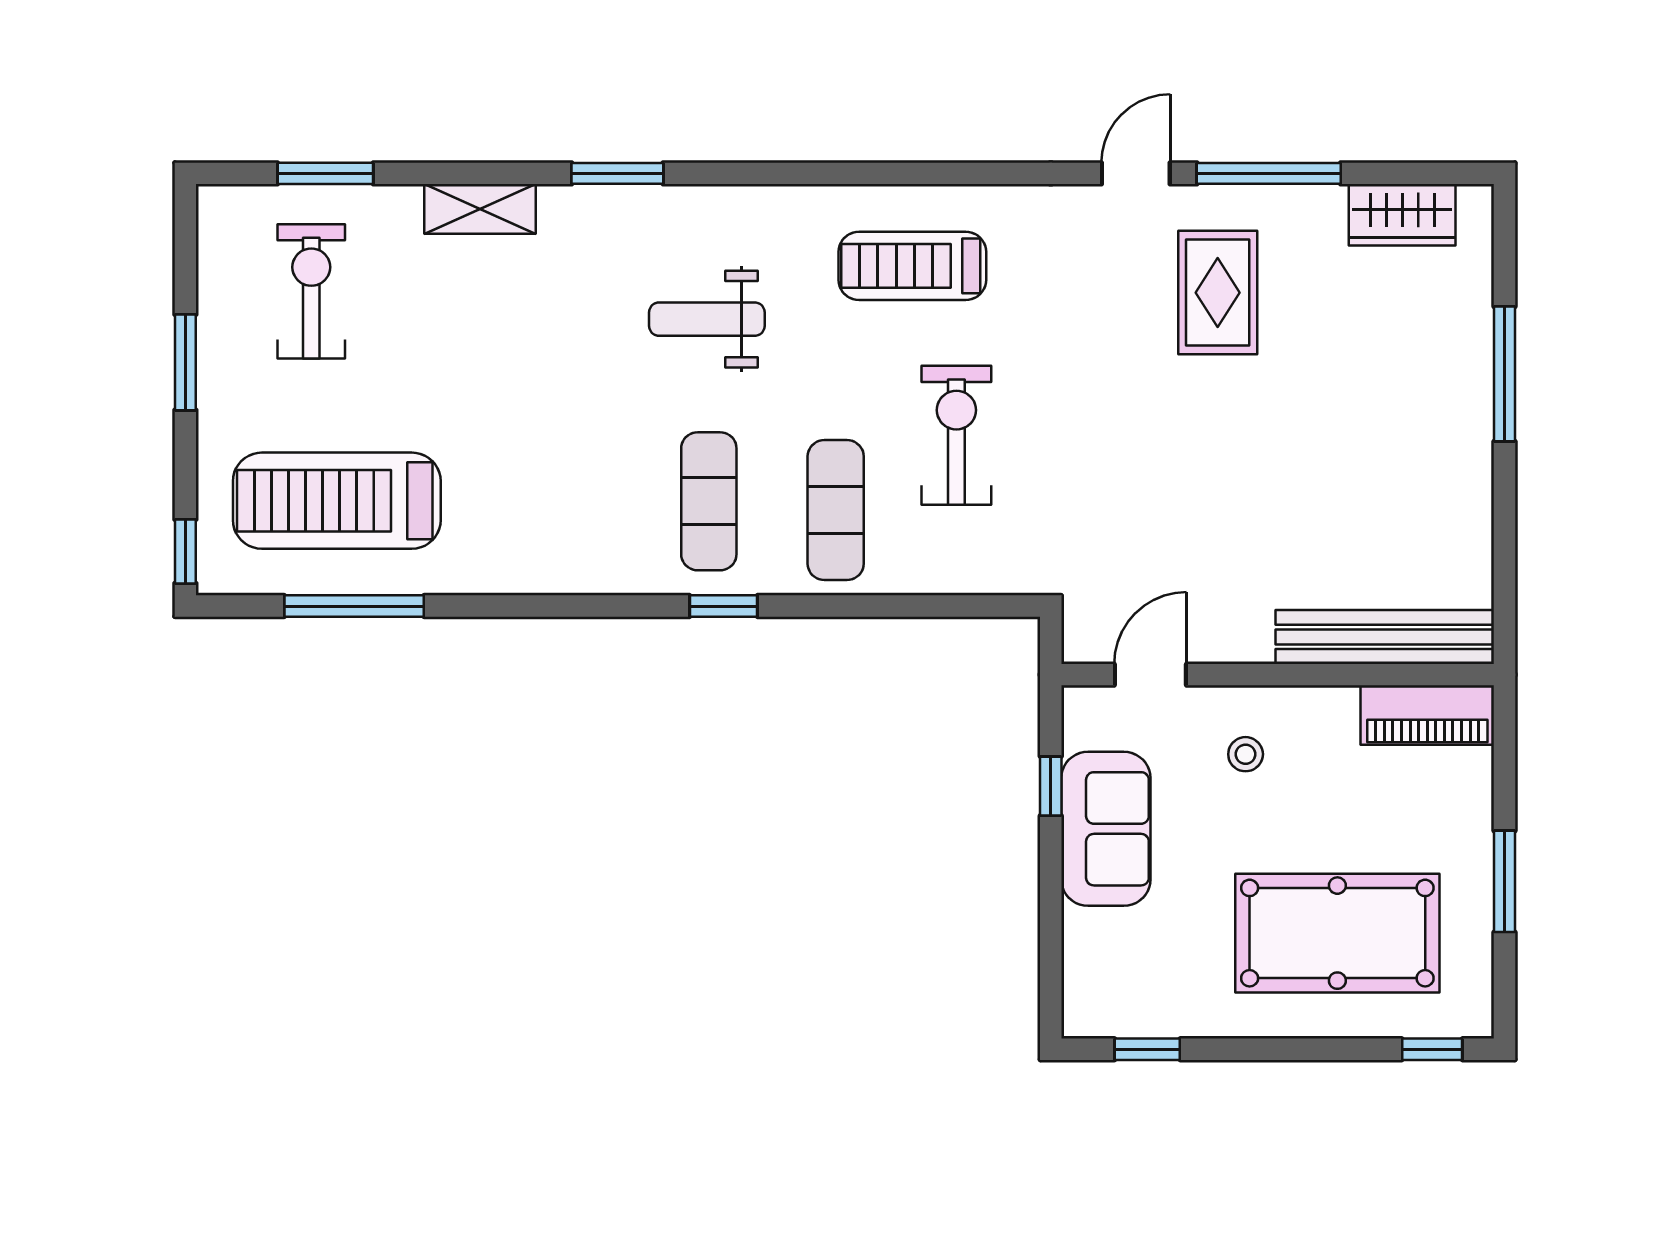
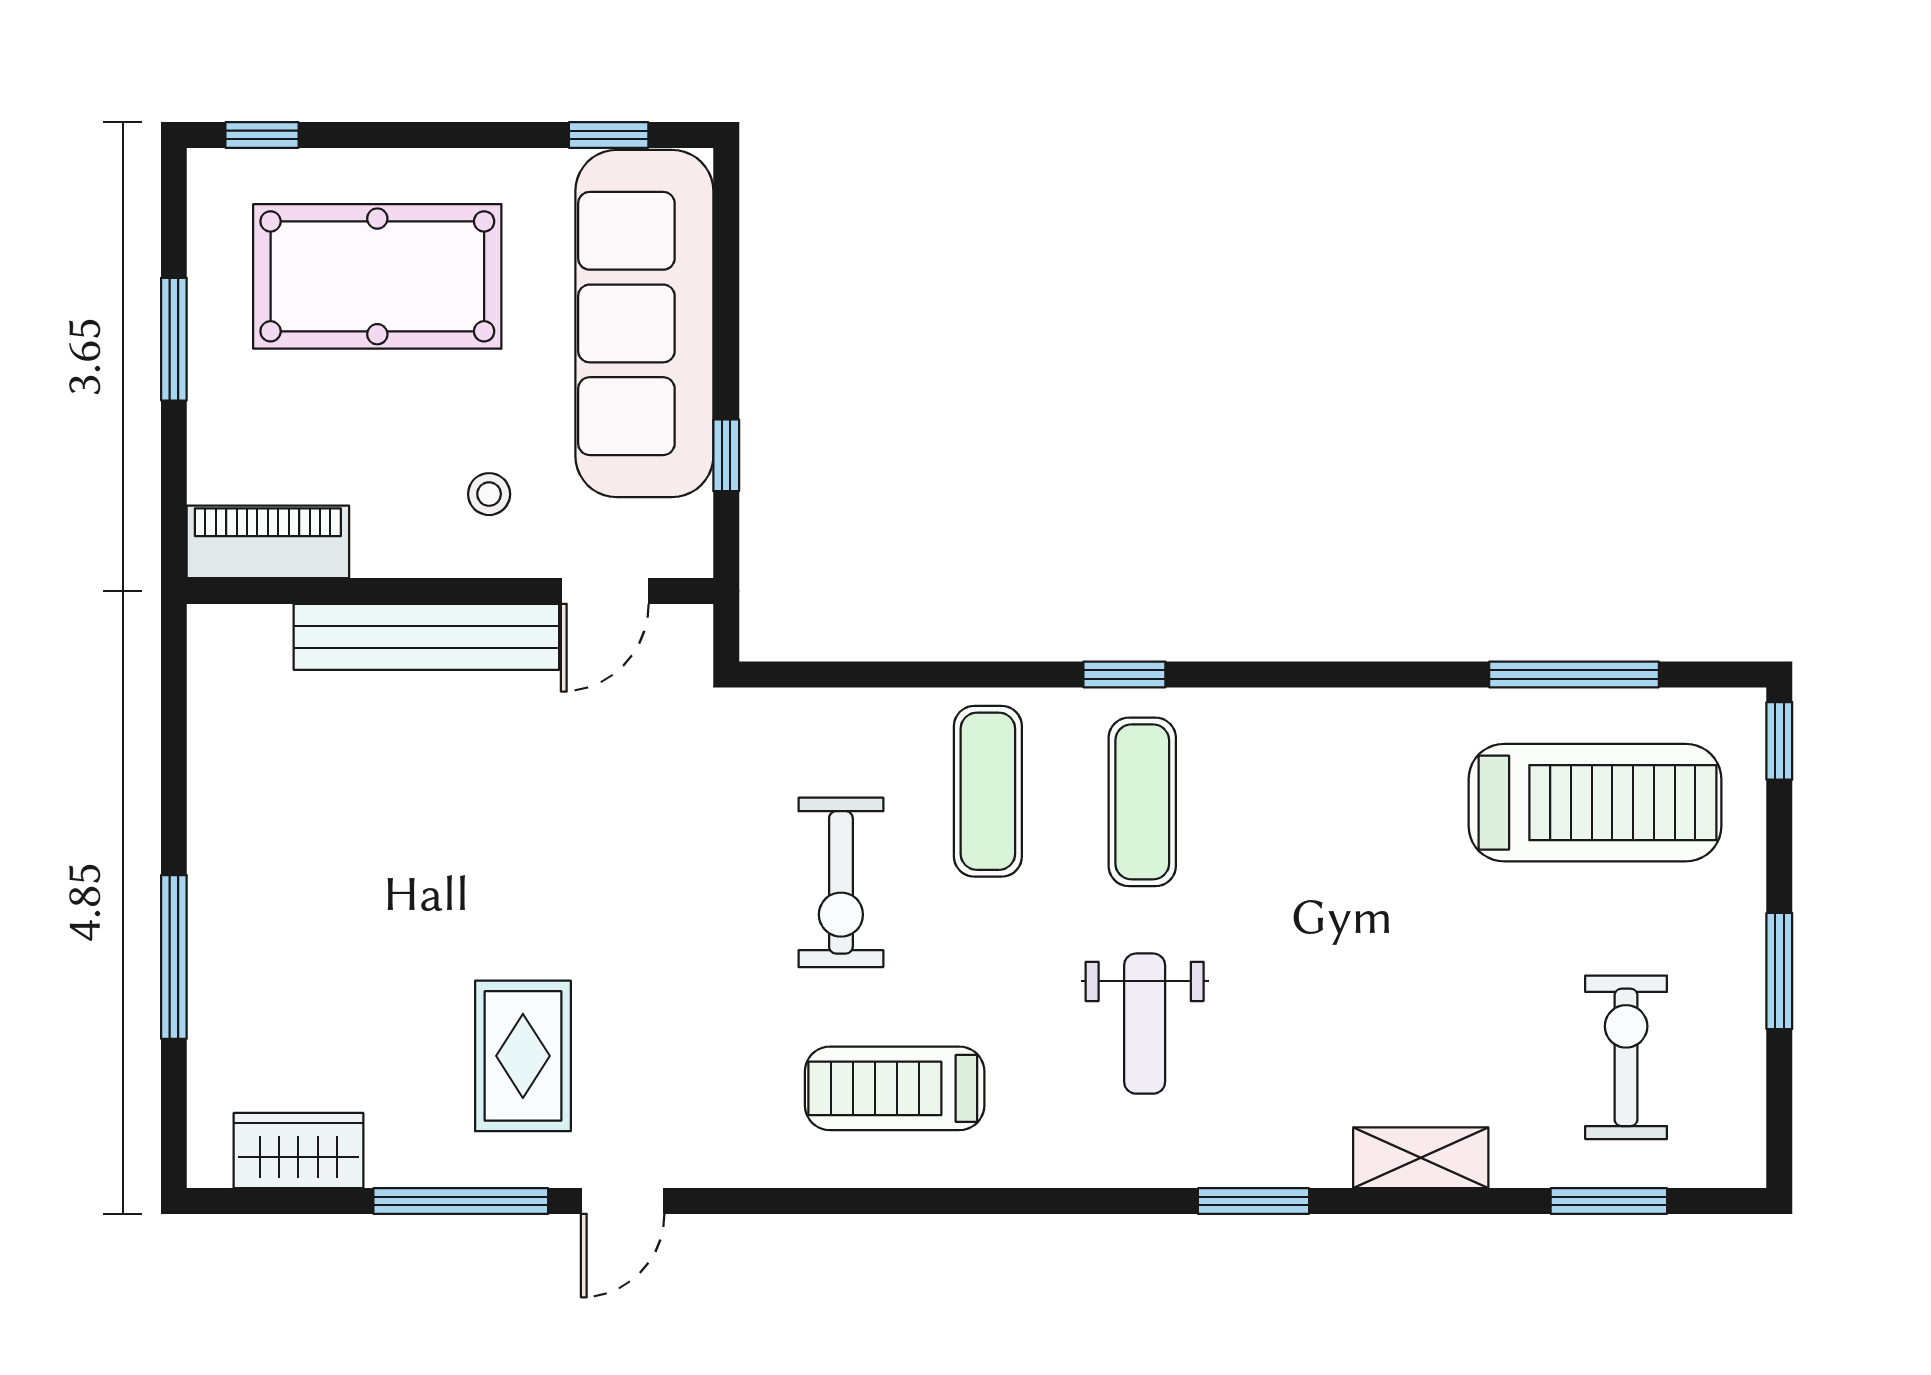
treadmill: (912, 266) -> (895, 1088), turned 180
exercise bike: (311, 291) -> (1626, 1057), turned 180
weight bench: (707, 319) -> (1145, 1024), turned 90
bench: (1385, 637) -> (426, 637), moved
sofa: (1106, 829) -> (644, 323), width x1.85, depth x1.27

